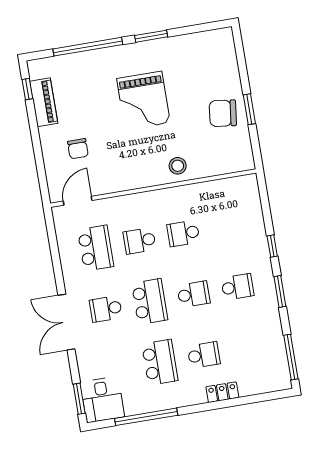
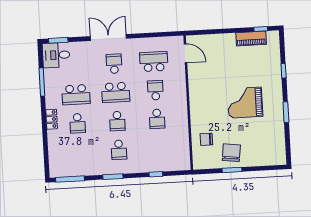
window: (88, 47) -> (284, 71), width x0.32
chair: (78, 149) -> (206, 139), moved
stool: (178, 166) -> (201, 120), removed
school desk: (183, 233) -> (157, 119), turned 180
window: (272, 246) -> (156, 174), moved
school desk: (96, 248) -> (154, 61), turned 180
locker: (222, 392) -> (52, 119), moved
window: (146, 417) -> (42, 82), width x0.68

